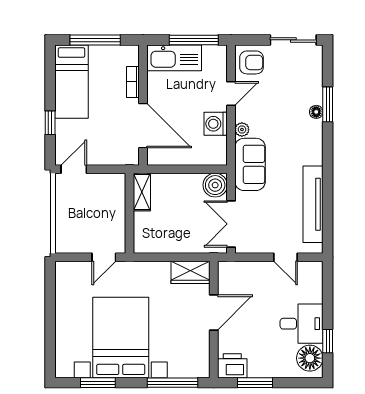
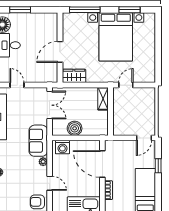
door: (231, 93) -> (50, 183), swing flipped
washing machine: (216, 124) -> (62, 147), moved, turned 90
boiler: (215, 185) -> (75, 128), moved
shelving: (142, 192) -> (103, 99), moved
printer: (232, 366) -> (49, 20), removed
window: (255, 383) -> (20, 10), moved

